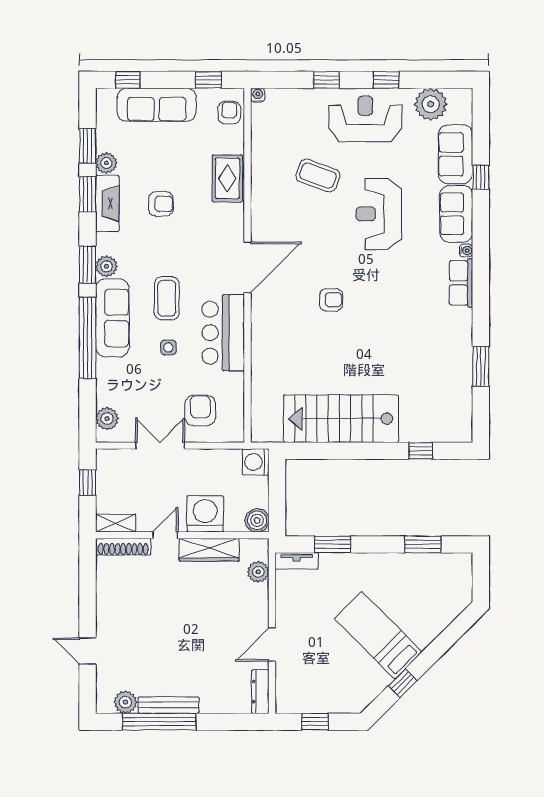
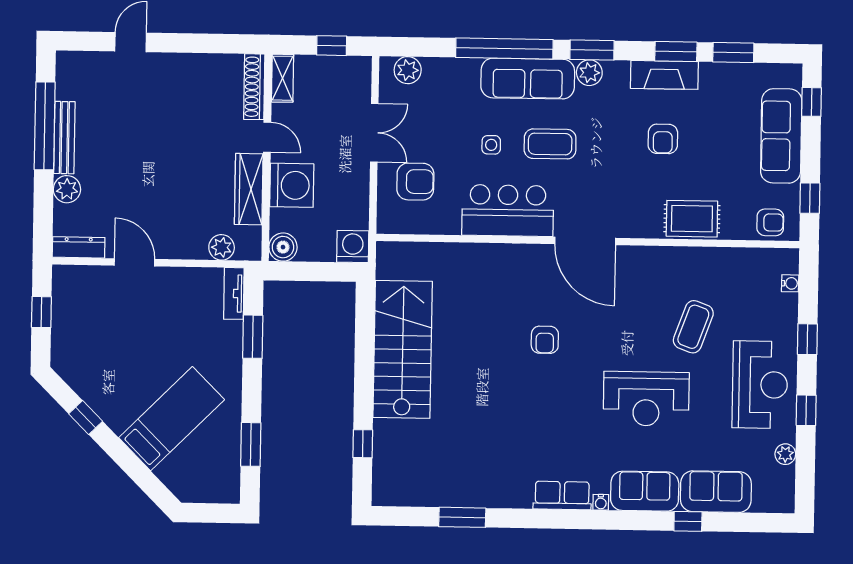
water cooler: (258, 95) -> (790, 283), moved
plant: (431, 104) -> (785, 454), width x0.53, depth x0.53
plant: (106, 163) -> (713, 75), removed
reception desk: (379, 214) -> (646, 399), turned 180
bed: (378, 635) -> (172, 419), moved
plant: (125, 702) -> (67, 189), moved

